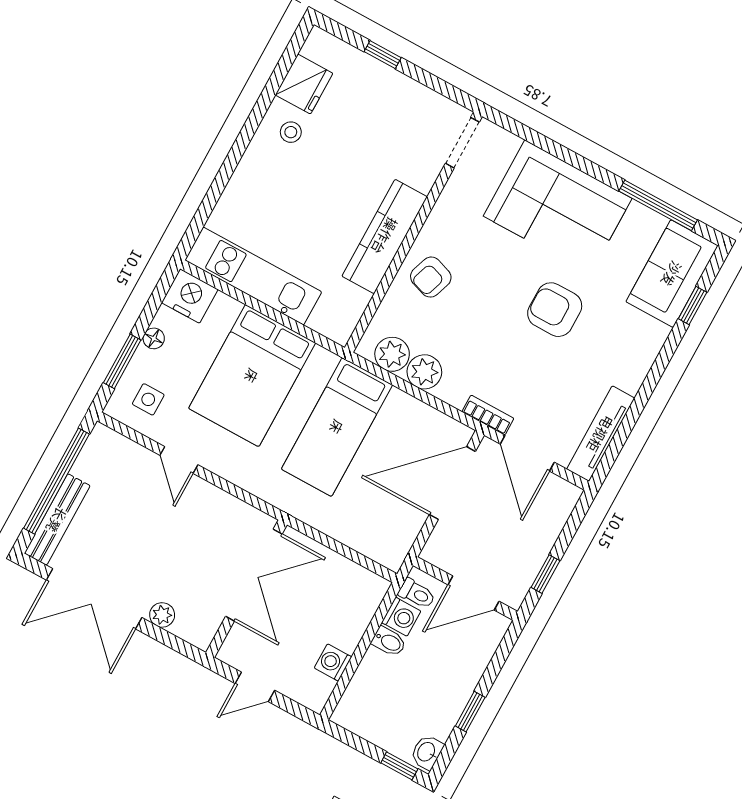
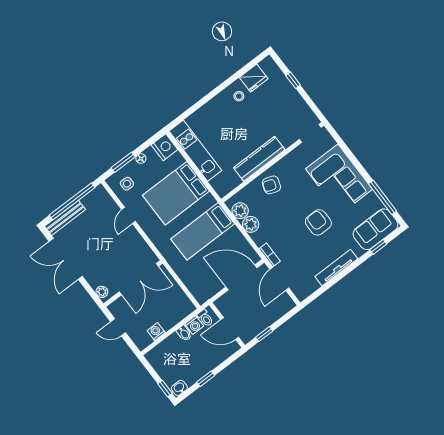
tv unit: (601, 434) -> (336, 268), moved
plant: (162, 615) -> (102, 292), moved

